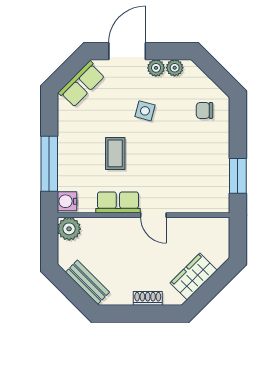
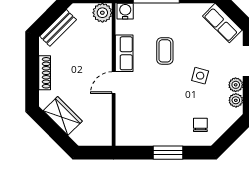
coffee table: (115, 153) -> (165, 51), turned 90
window: (238, 176) -> (168, 153), moved
shoe rack: (148, 298) -> (45, 73), width x1.43

